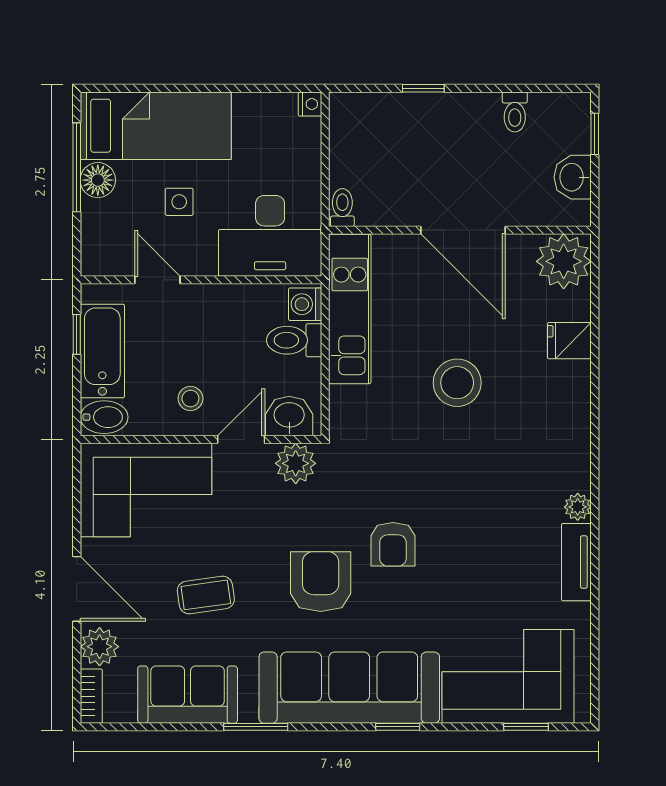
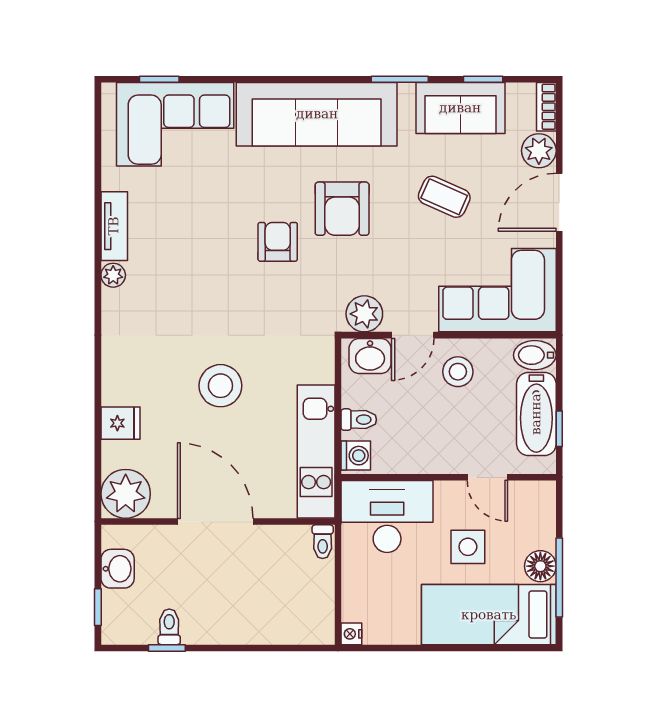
window: (423, 88) -> (167, 648), moved
side table: (179, 202) -> (468, 547), width x1.37, depth x1.37
toilet: (294, 340) -> (359, 420), width x0.73, depth x0.72
stool: (190, 398) -> (458, 372), width x1.37, depth x1.37
door: (77, 589) -> (559, 202), hinge flipped
coffee table: (206, 595) -> (444, 197), turned 32
window: (398, 727) -> (483, 79), moved

